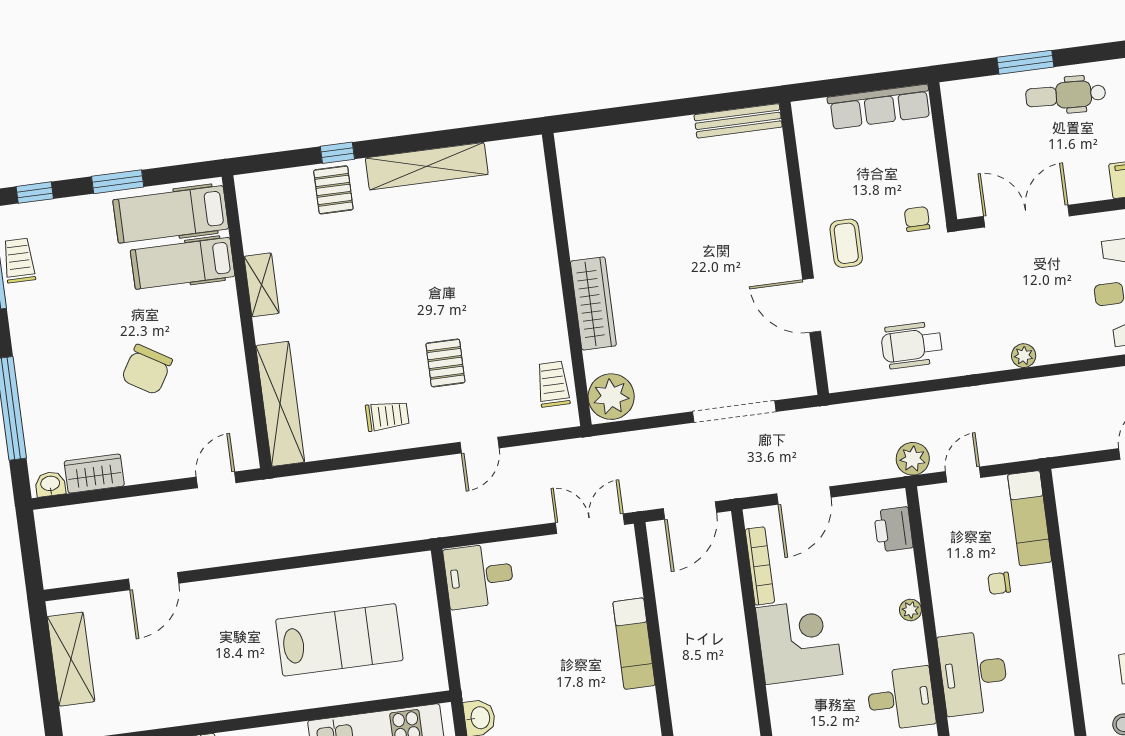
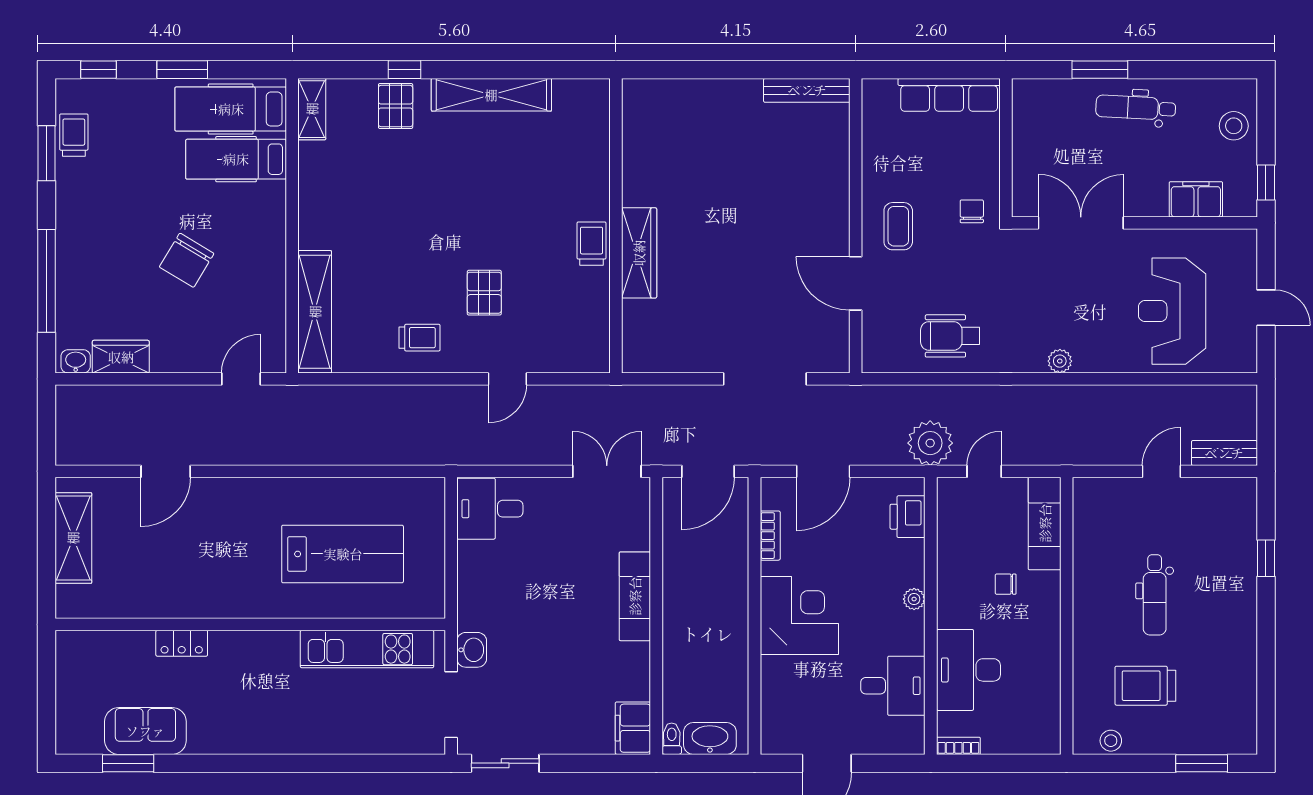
shelving: (262, 285) -> (312, 109), moved
trolley: (553, 384) -> (592, 244), moved
plant: (611, 397) -> (645, 348), removed
plant: (913, 459) -> (930, 443), width x1.36, depth x1.36
bookcase: (760, 566) -> (770, 536), width x0.64

